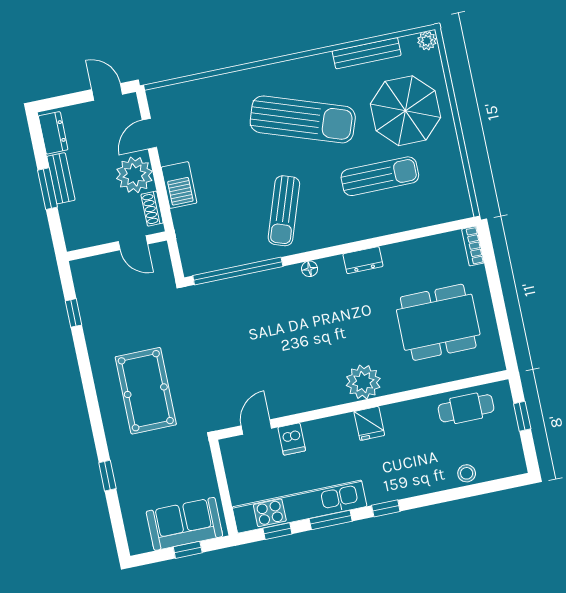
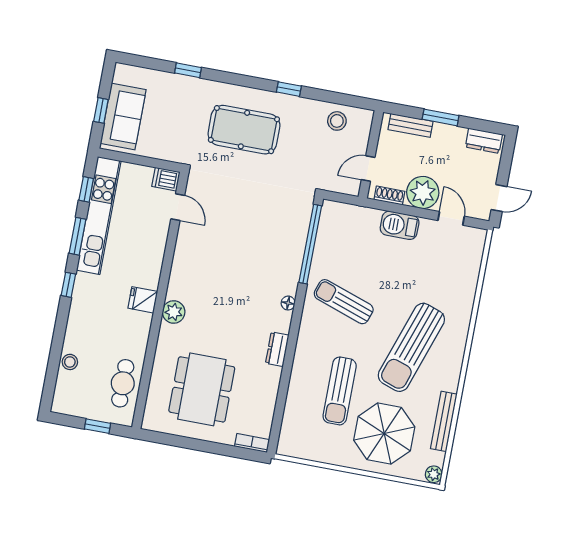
bench: (61, 178) -> (411, 125), moved
stool: (96, 296) -> (337, 121), added
window: (74, 313) -> (289, 89), moved
plant: (363, 382) -> (174, 312), width x0.73, depth x0.73
dishwasher: (292, 439) -> (166, 179), moved

